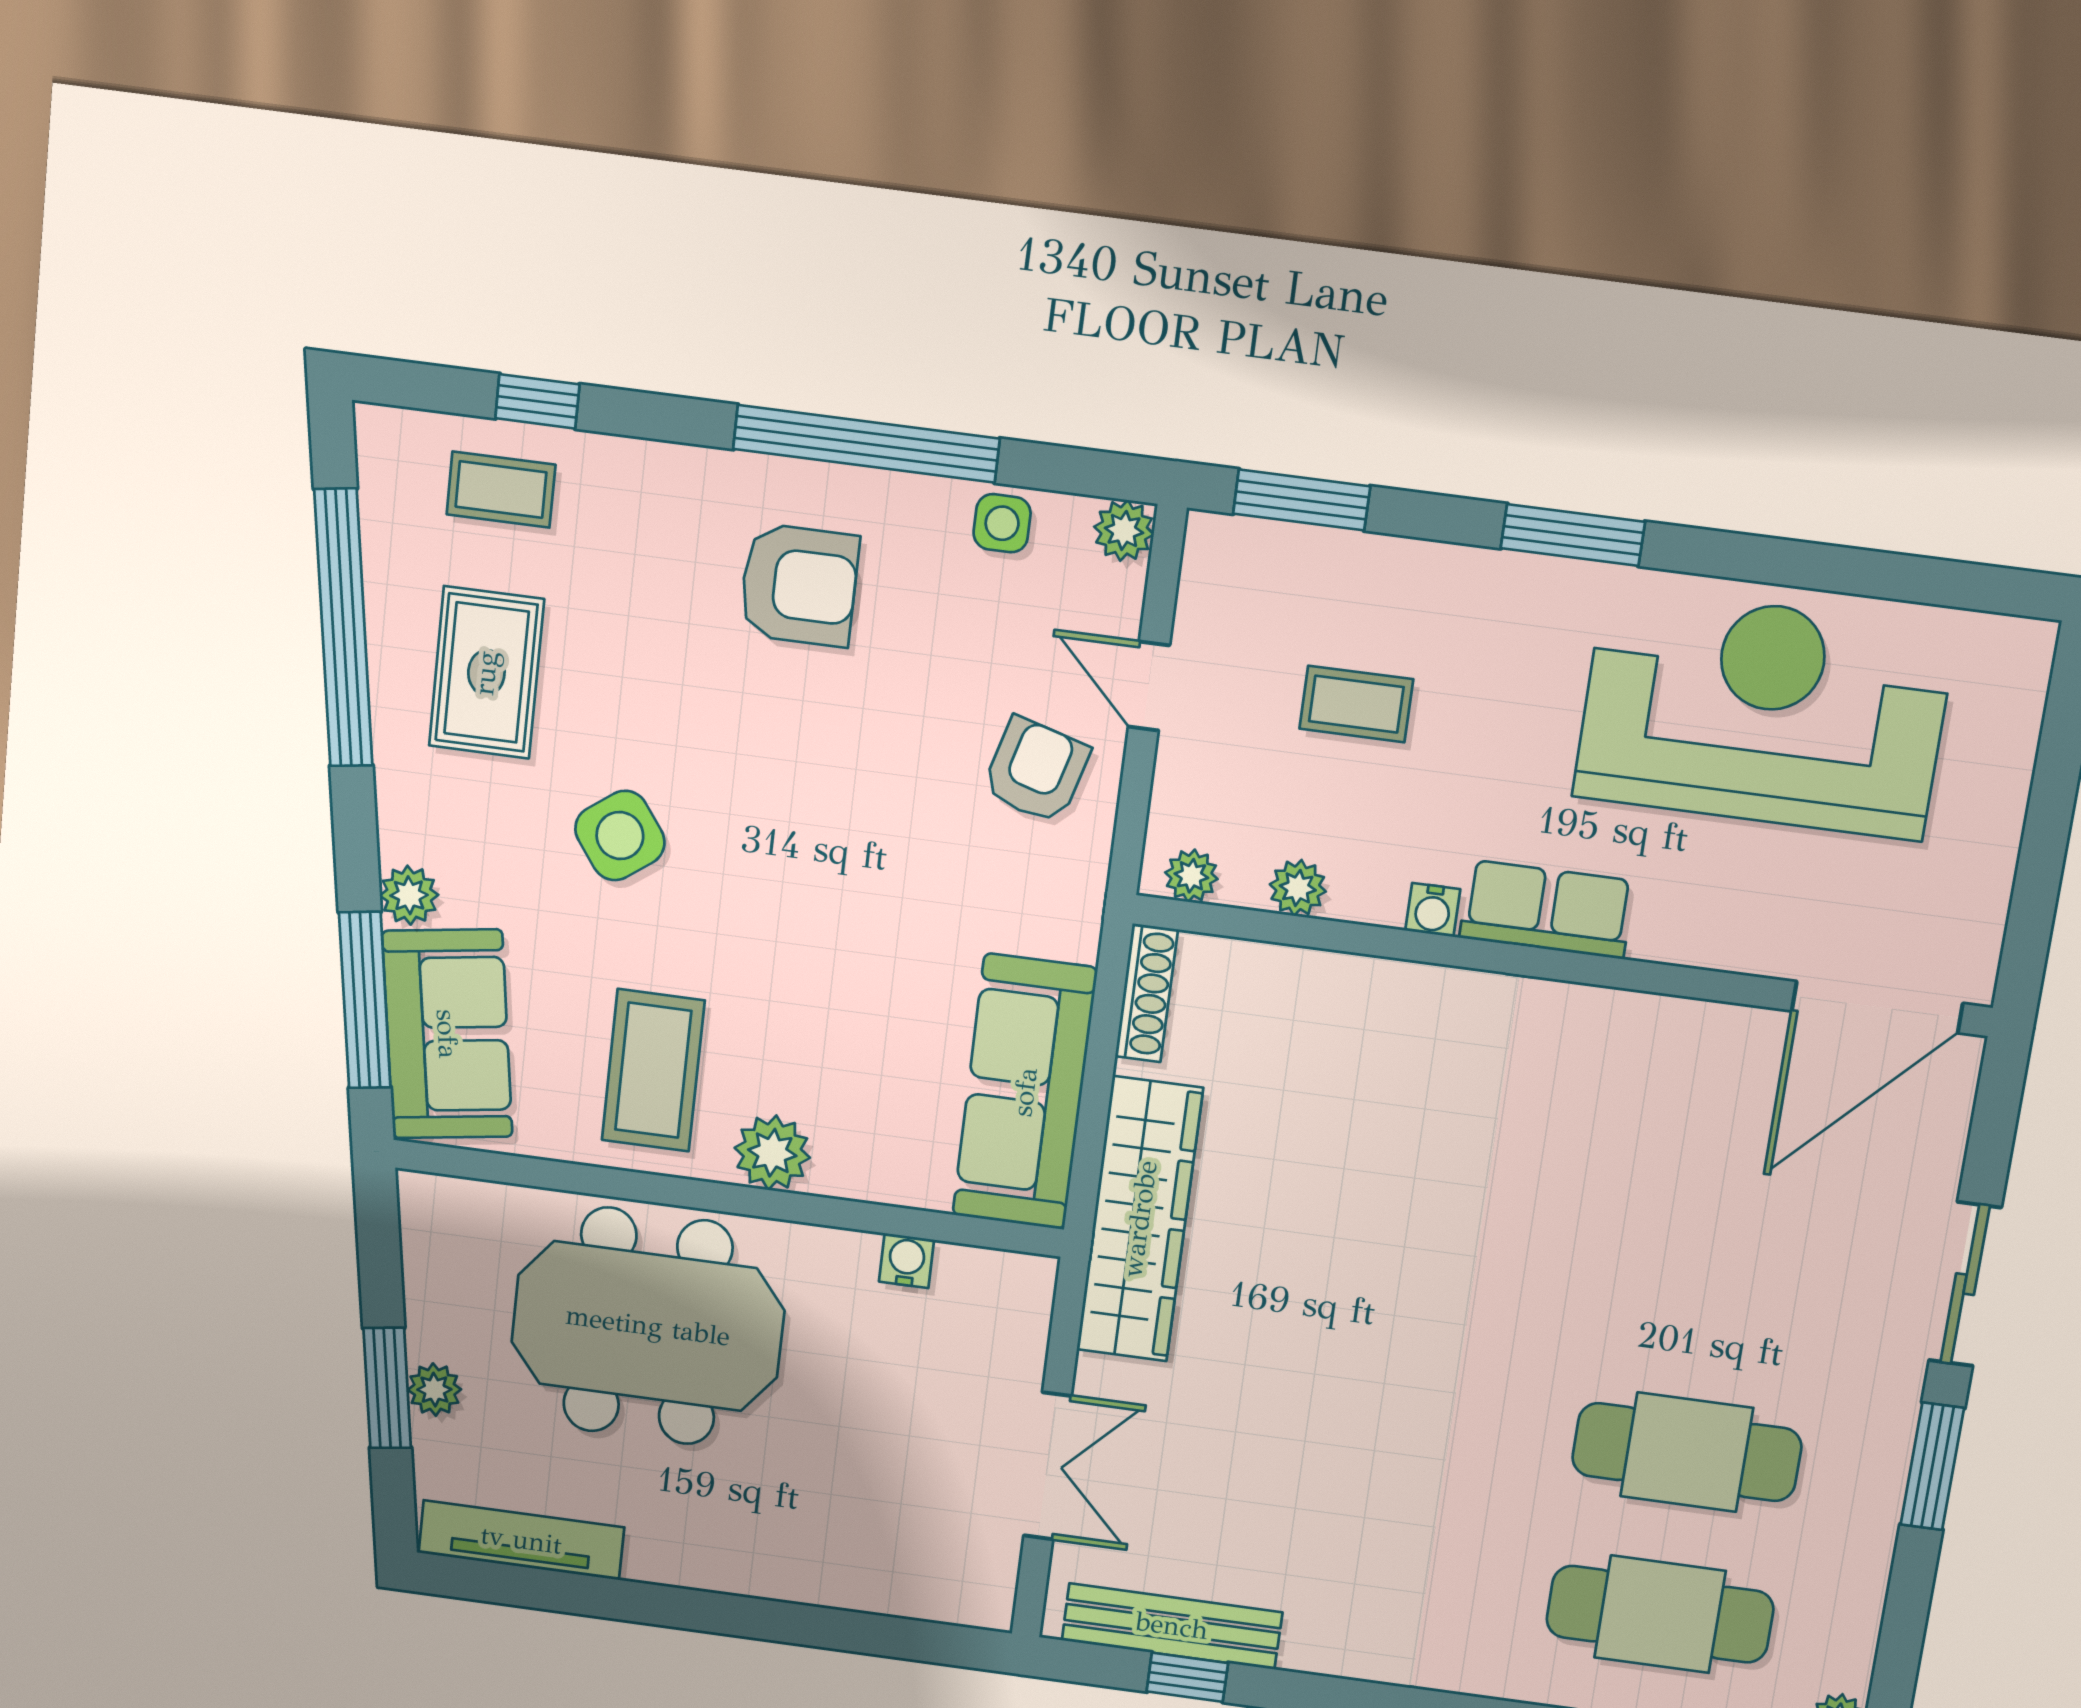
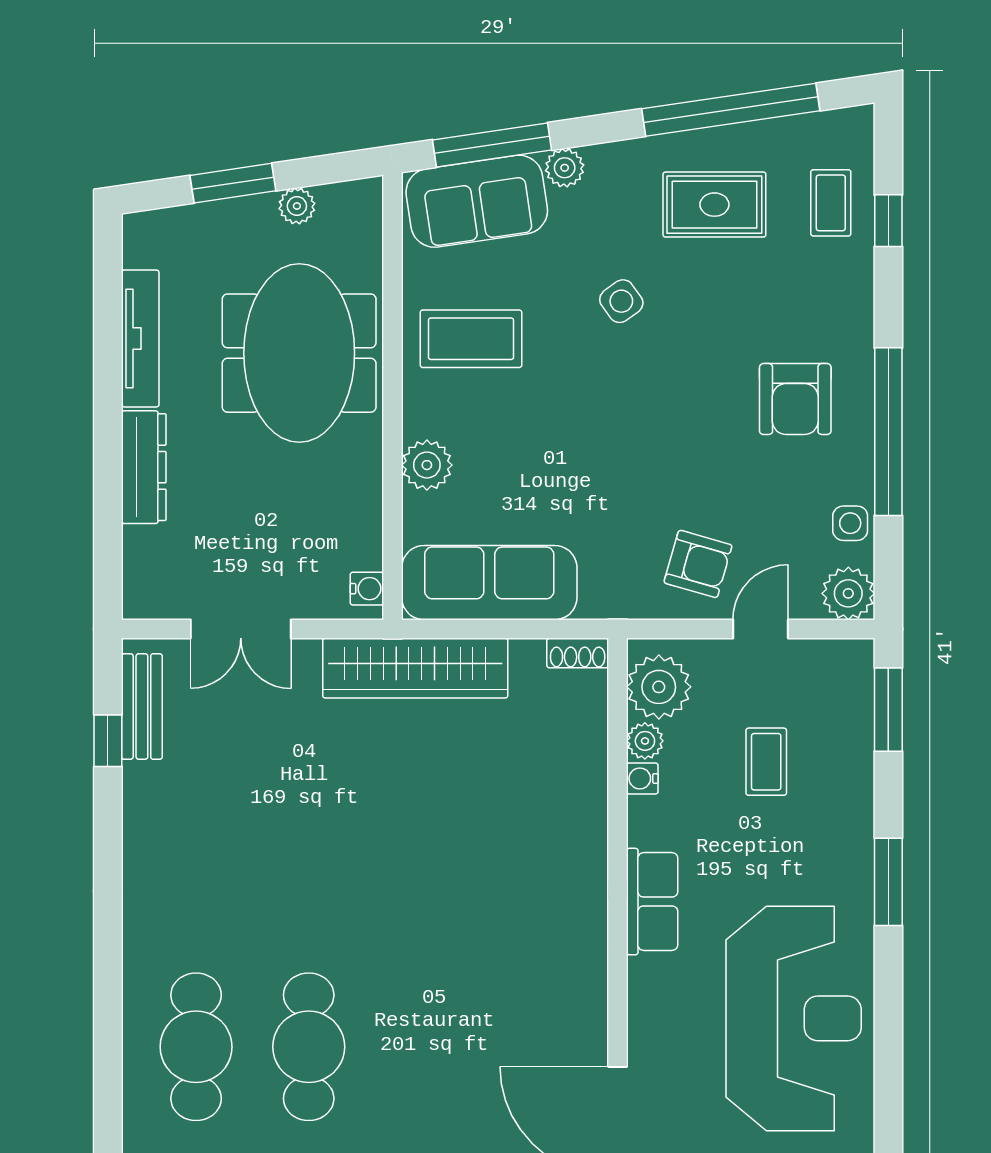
plant: (1124, 530) -> (848, 593), width x1.38, depth x1.38
side table: (620, 836) -> (621, 301), width x0.73, depth x0.73
plant: (1191, 876) -> (659, 687), width x1.88, depth x1.88
water cooler: (1433, 910) -> (642, 778), moved
shoe rack: (1146, 993) -> (578, 653), width x0.70
plant: (772, 1153) -> (427, 465), moved
water cooler: (907, 1261) -> (367, 589), moved
plant: (434, 1390) -> (297, 206), moved
tv unit: (521, 1540) -> (140, 338), moved
dresser: (792, 1572) -> (144, 467), added
bench: (1172, 1626) -> (142, 707), width x0.73

